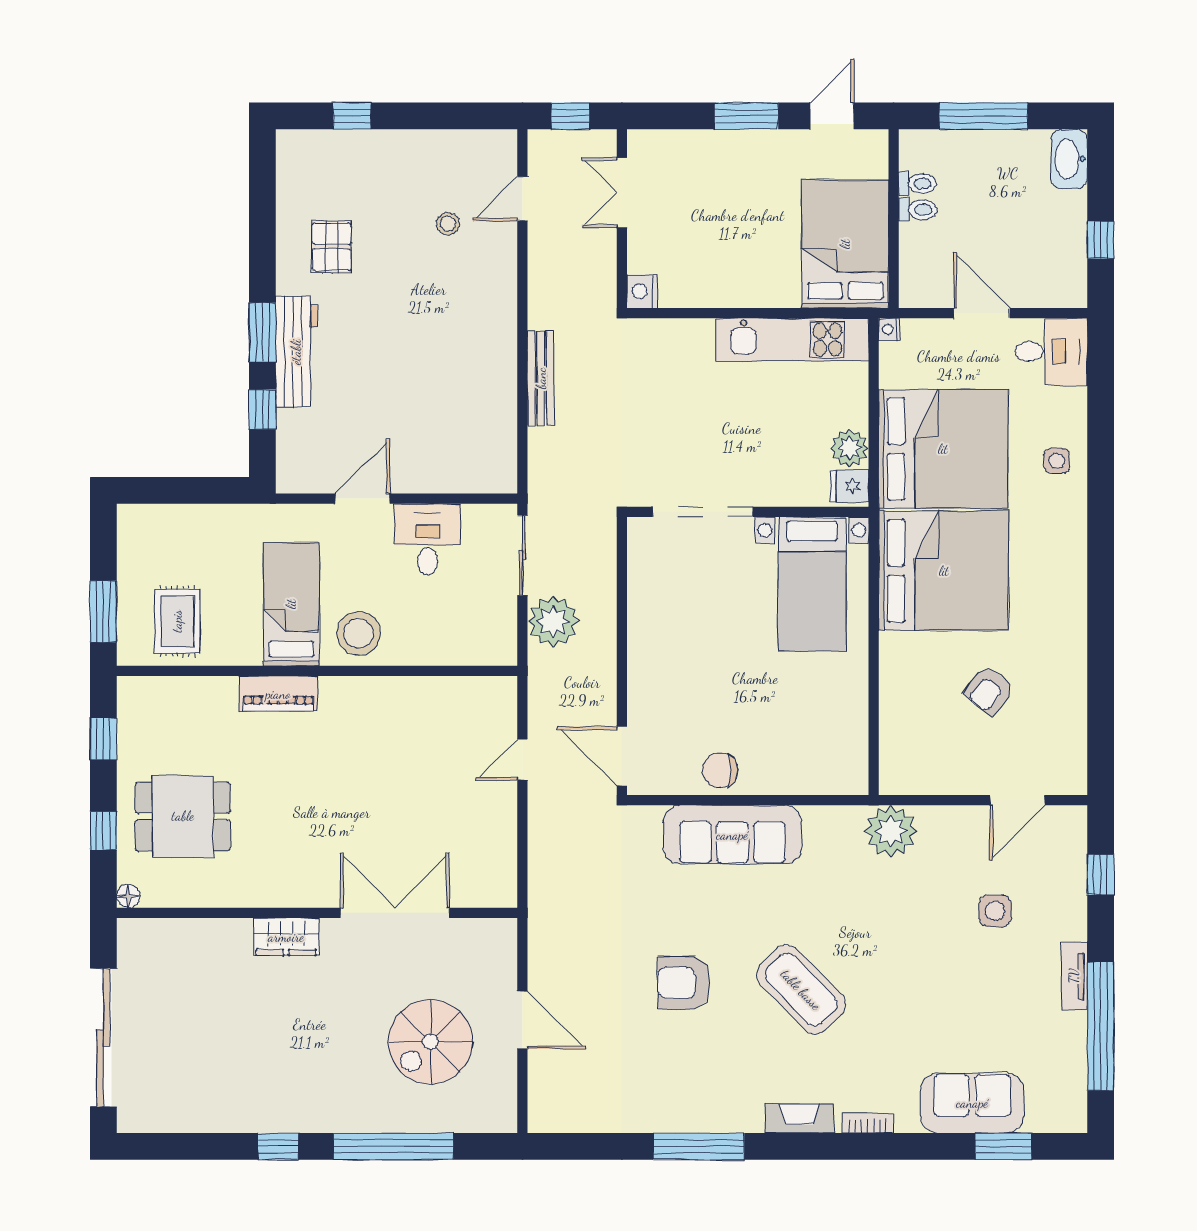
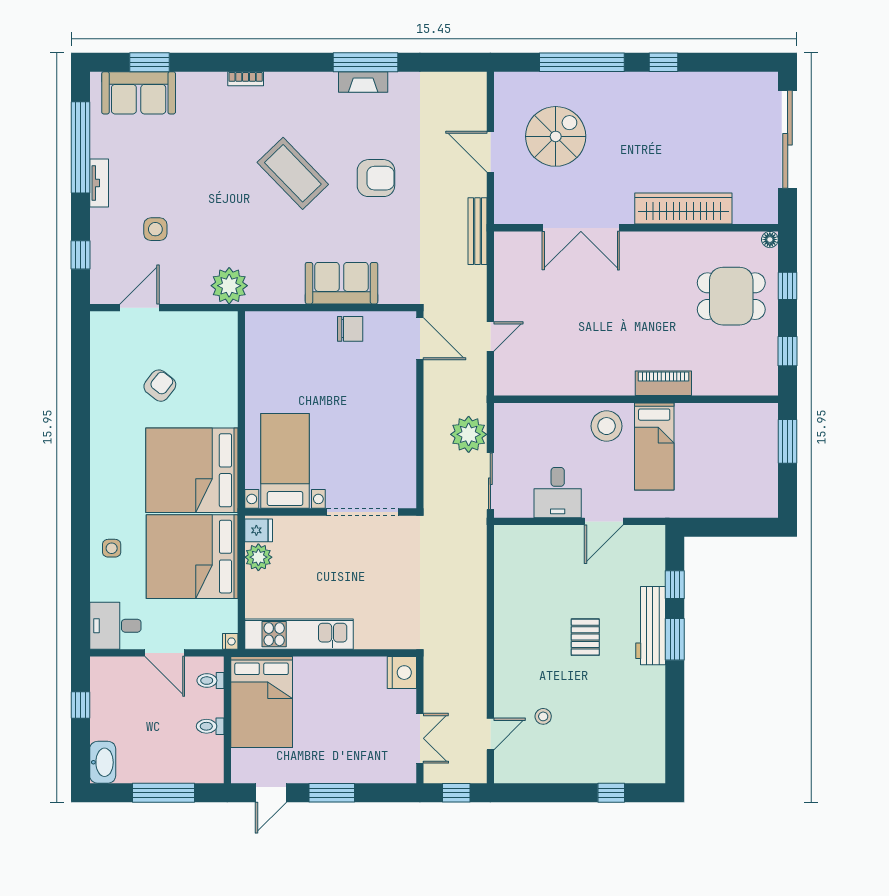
toilet: (917, 184) -> (210, 681), moved
pallet: (332, 247) -> (585, 637), moved
nightstand: (642, 291) -> (402, 673), width x1.36, depth x1.33
bench: (541, 378) -> (477, 231), moved
rug: (177, 621) -> (735, 434), removed
sofa: (732, 835) -> (341, 283), width x0.73
wardrobe: (286, 937) -> (683, 209), width x2.10, depth x1.17
sofa: (972, 1103) -> (139, 93), moved
fireplace: (800, 1118) -> (363, 82), moved

